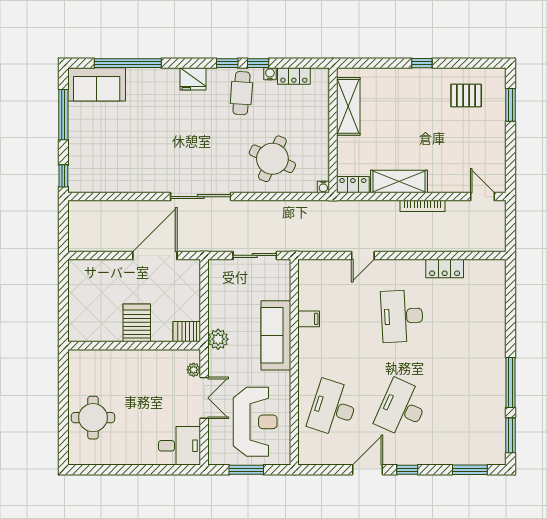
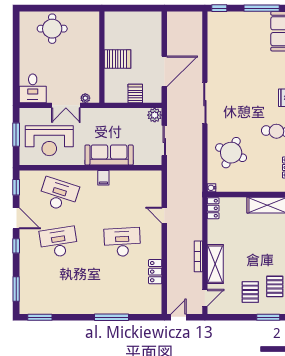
pallet: (474, 131) -> (250, 292), added
shelving: (399, 182) -> (215, 264), moved
door: (511, 235) -> (179, 317), added
door: (155, 255) -> (164, 71), hinge flipped
filing cabinet: (309, 319) -> (103, 178), moved
server rack: (187, 332) -> (135, 93), moved
plant: (218, 339) -> (155, 115), moved
window: (511, 383) -> (112, 317), moved
desk: (402, 408) -> (59, 242), turned -33
window: (322, 470) -> (16, 187), added

